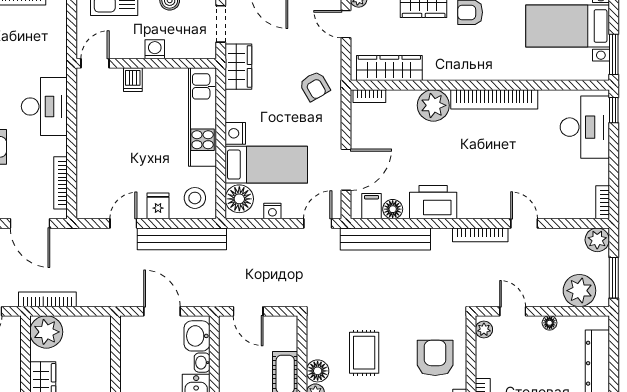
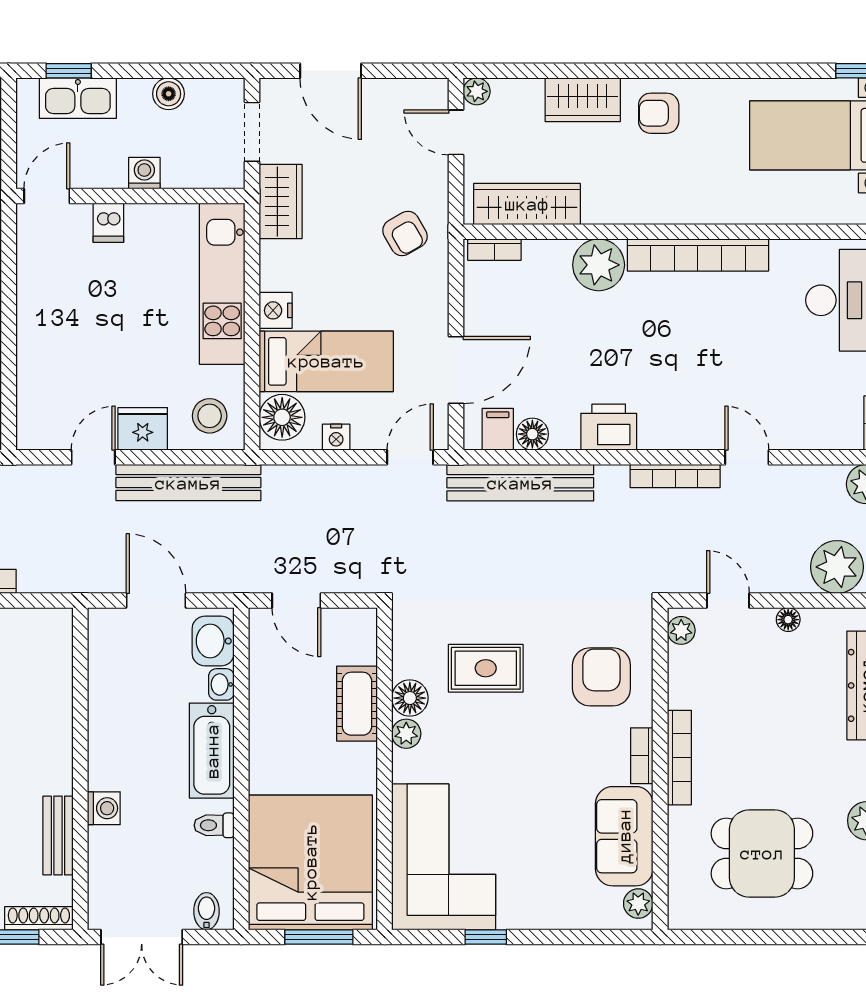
printer: (433, 202) -> (609, 427), width x0.73, depth x0.84
fridge: (158, 206) -> (143, 429), width x1.38
rug: (364, 353) -> (486, 668), turned 90

